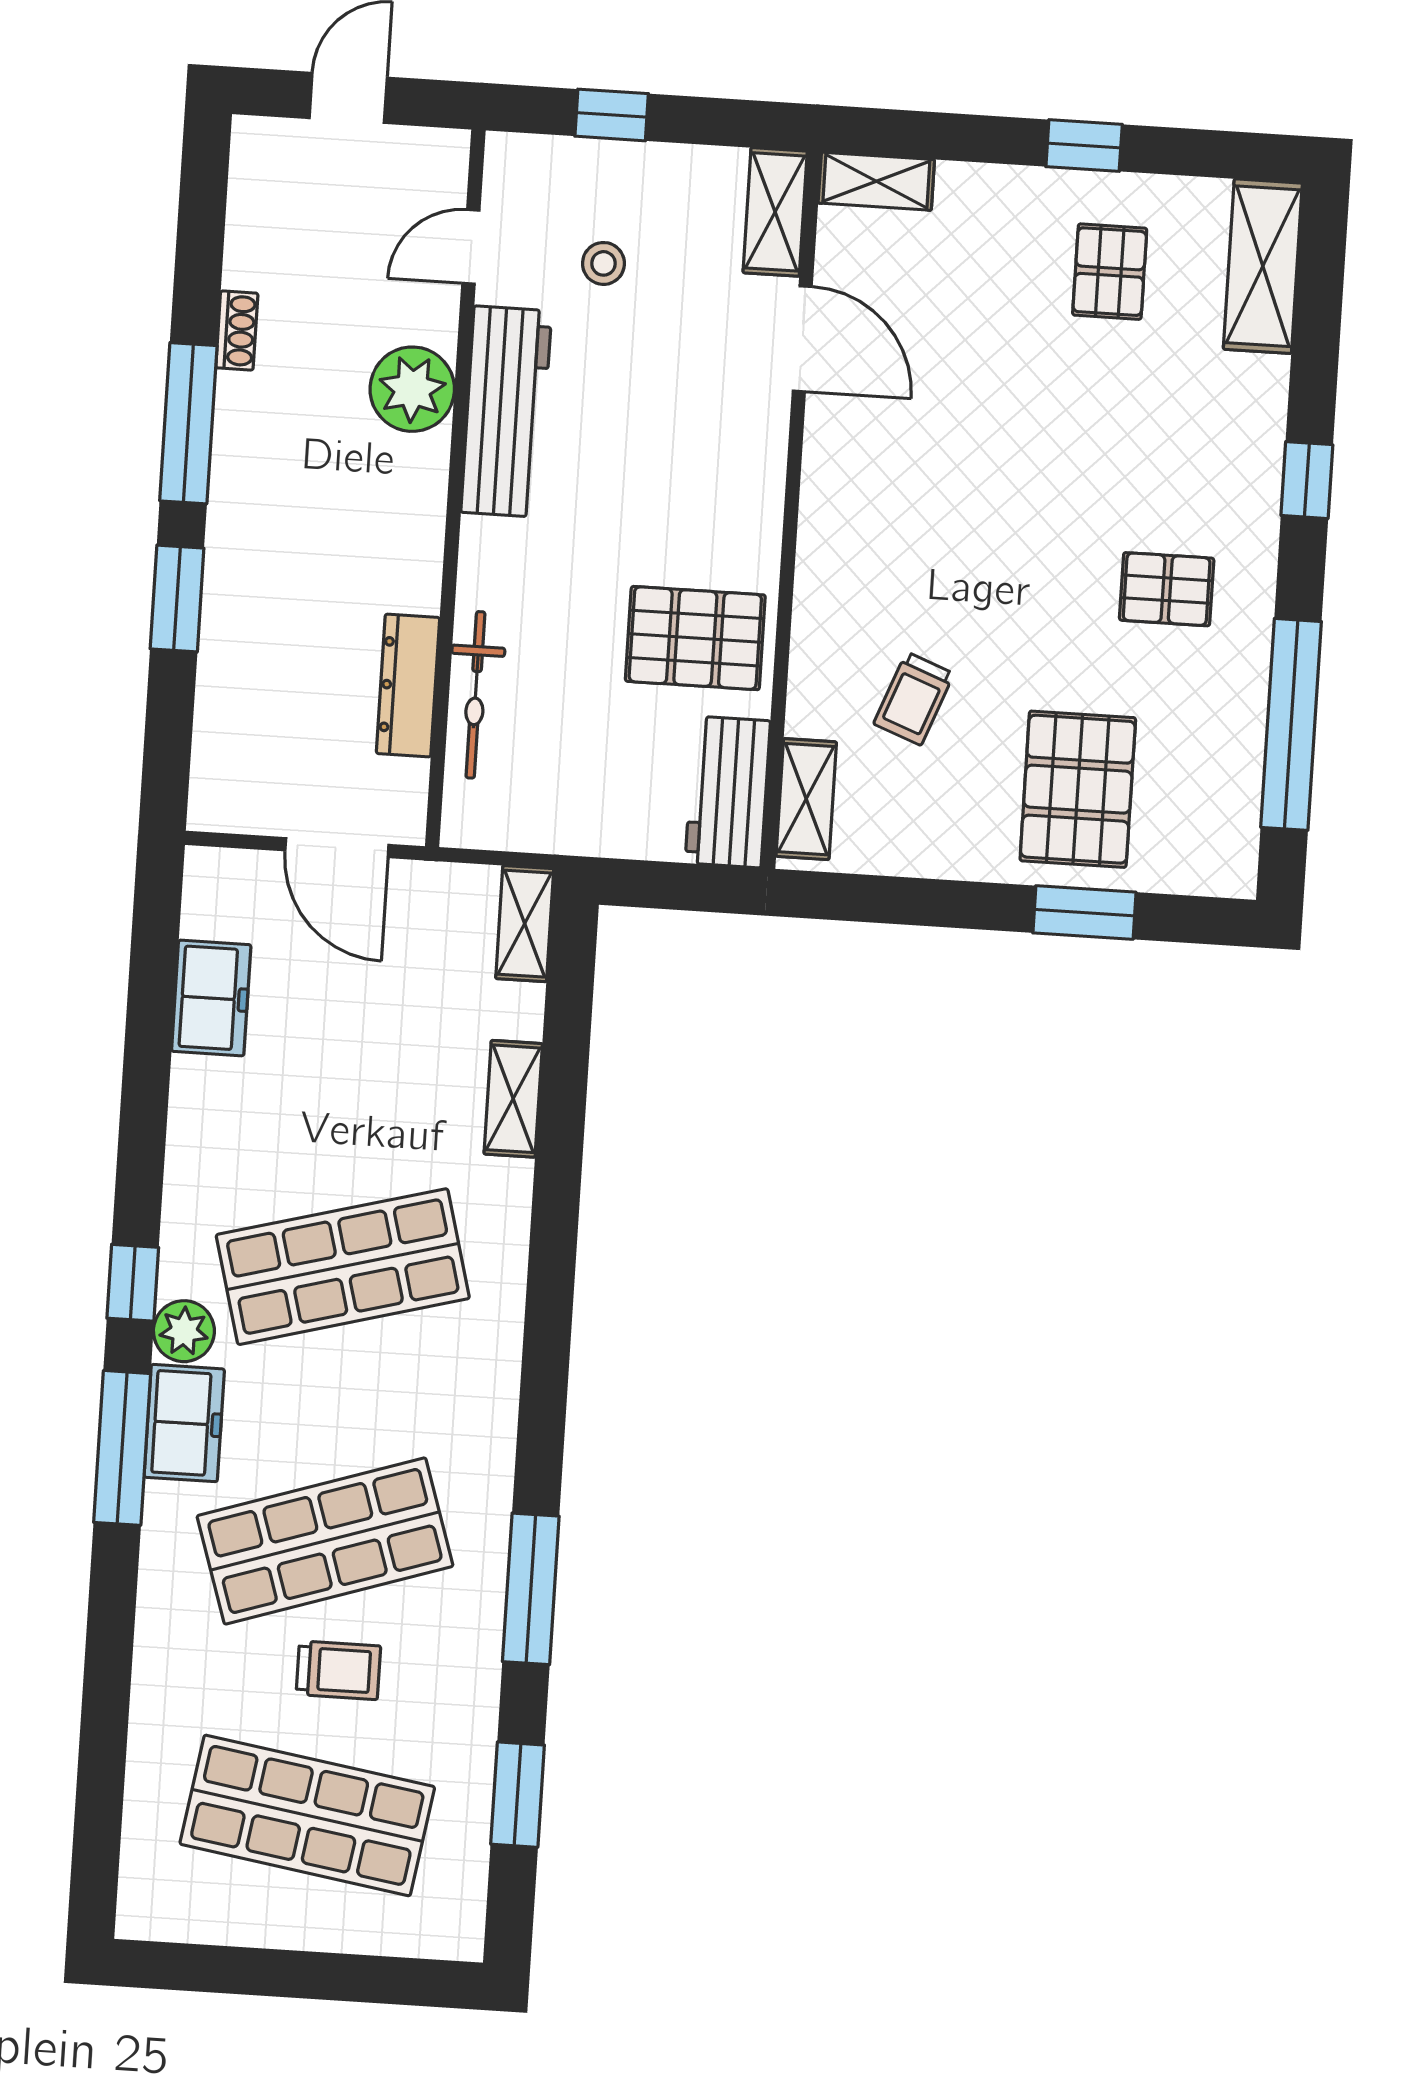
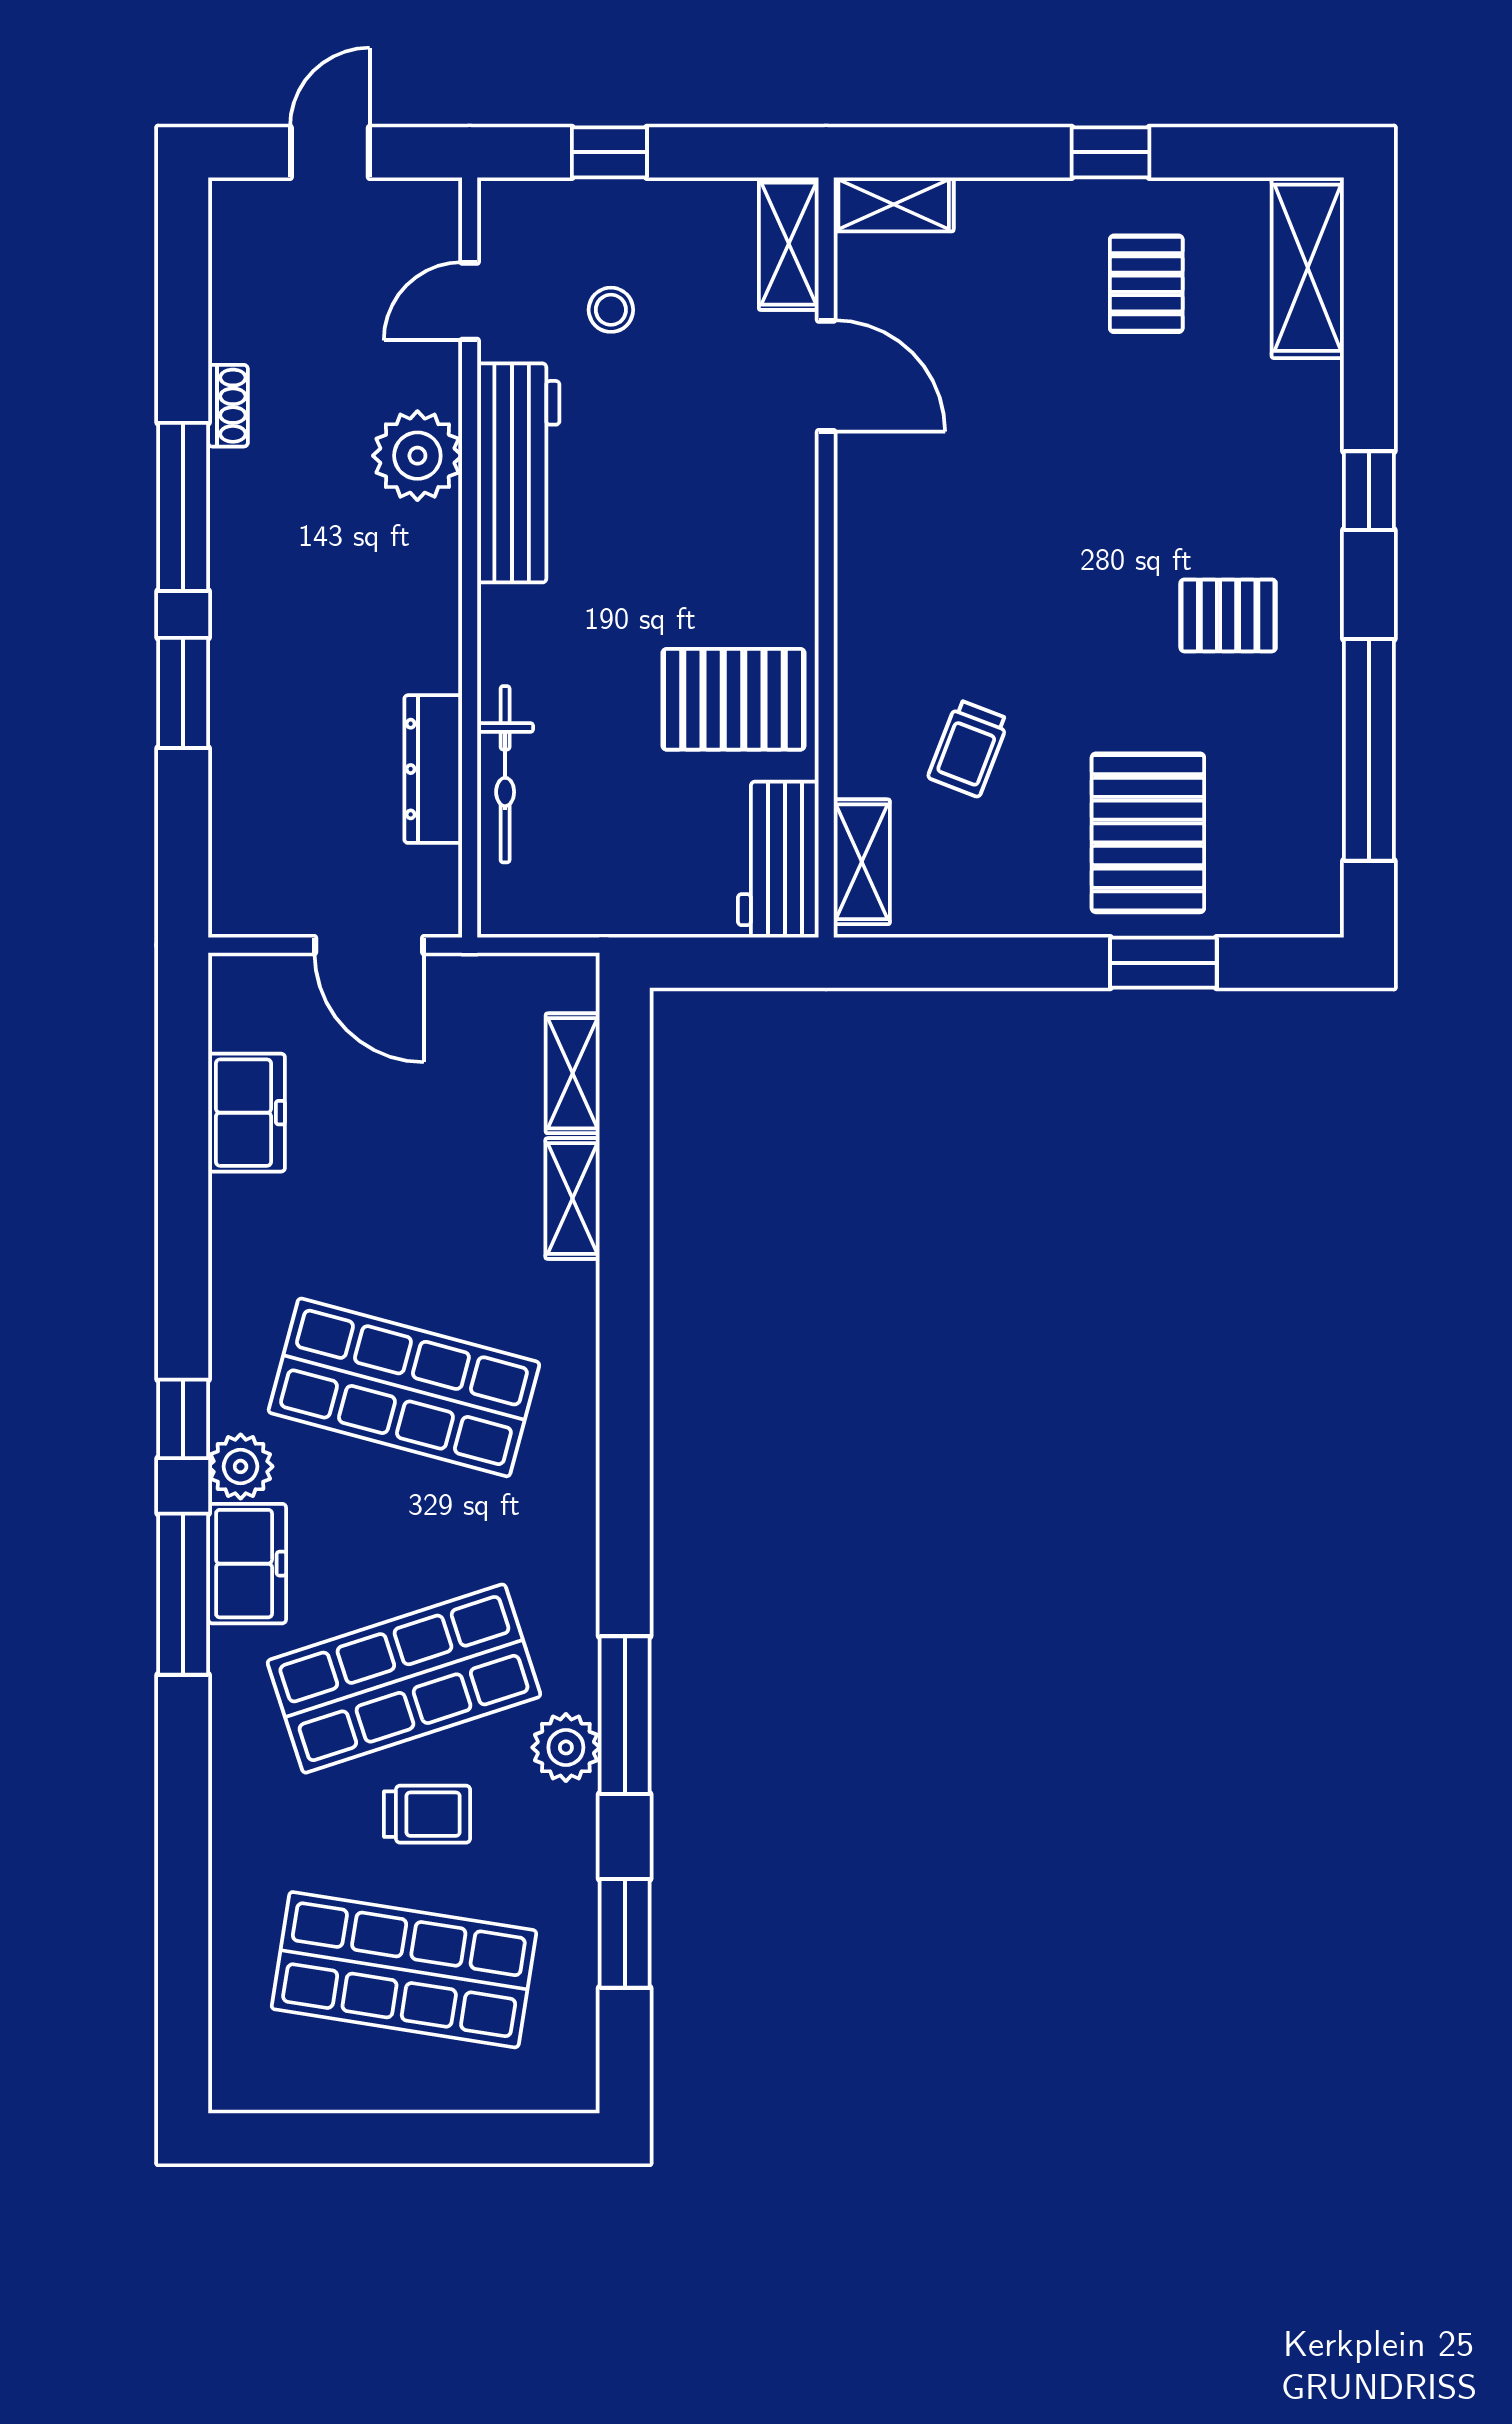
shelving: (525, 924) -> (573, 1073), moved
shop shelf: (343, 1267) -> (404, 1387), turned 30
plant: (473, 1616) -> (566, 1747), added

